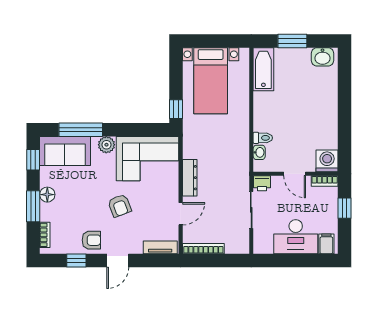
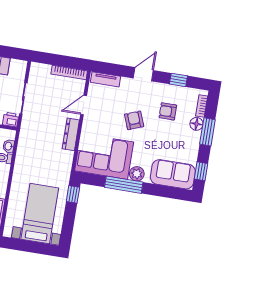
window: (81, 130) -> (124, 185), moved
floor lamp: (47, 195) -> (196, 124), moved
armchair: (91, 240) -> (168, 111), moved

